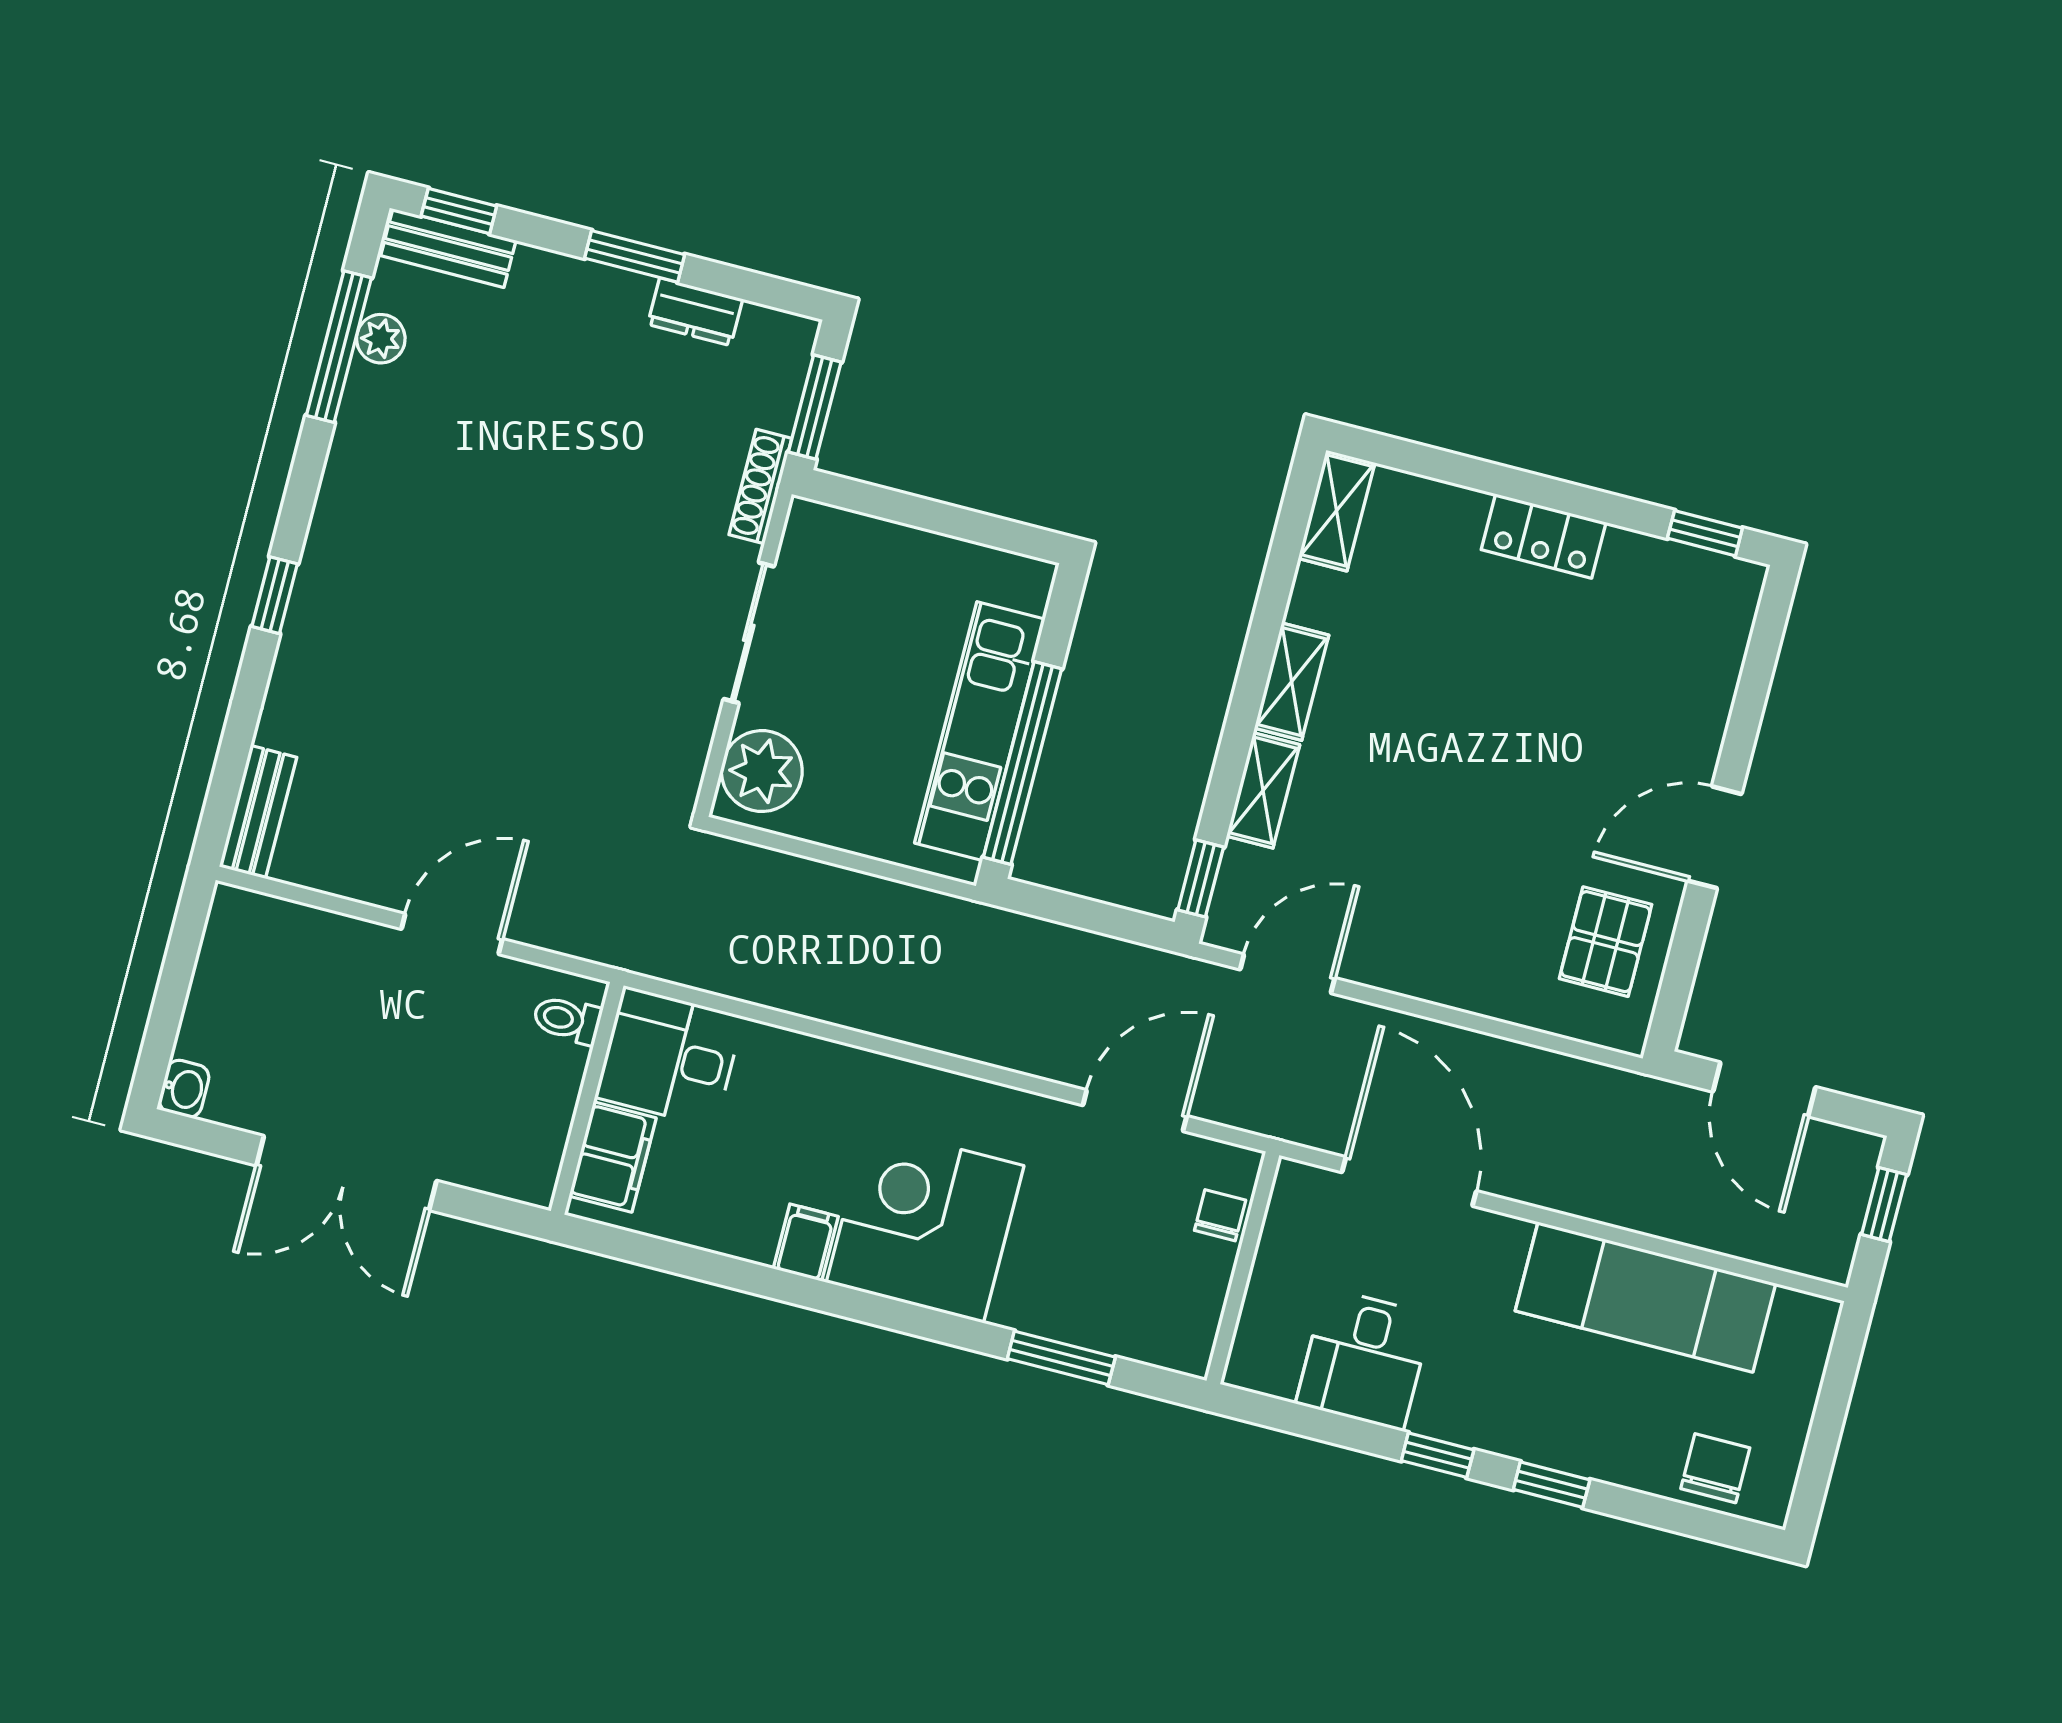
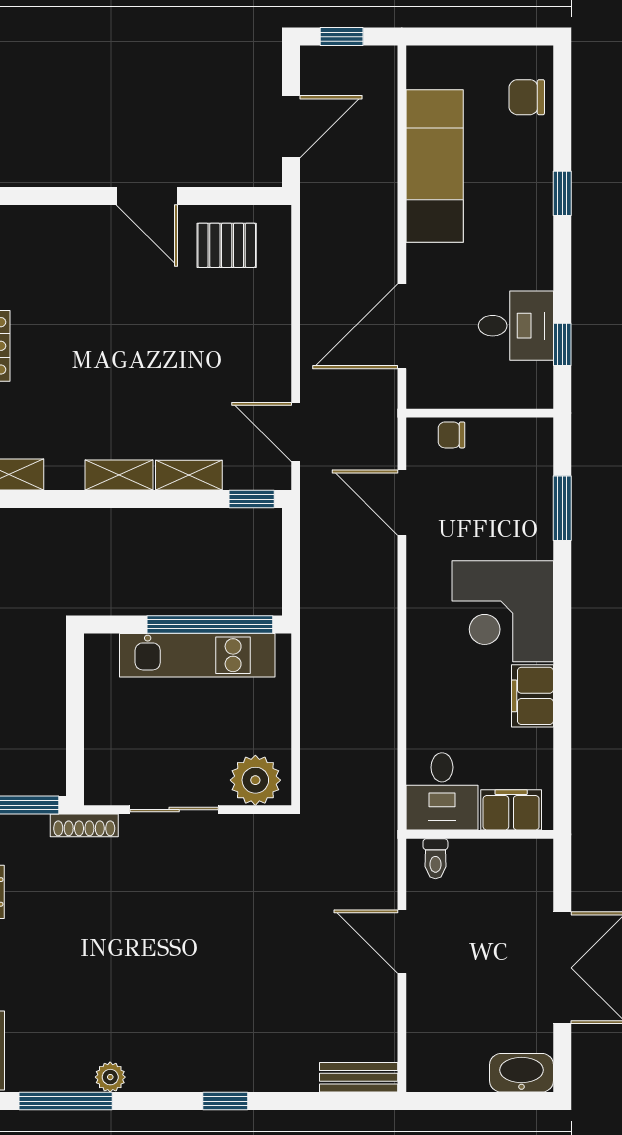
plant: (381, 339) -> (110, 1077), moved
washbasin: (184, 1089) -> (522, 1073), width x1.91, depth x1.45
filing cabinet: (806, 1243) -> (533, 696), width x2.00
window: (1438, 1455) -> (562, 344), moved

